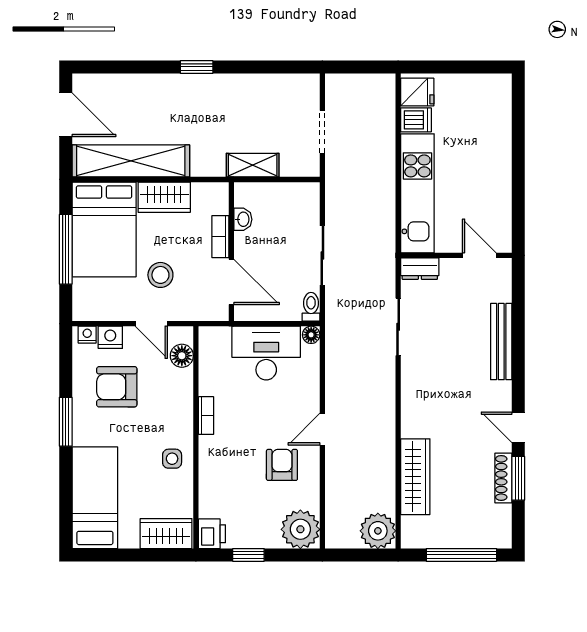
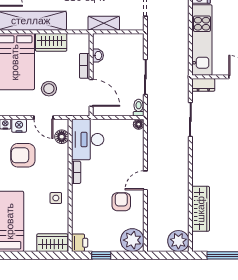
desk: (266, 353) -> (88, 140), moved, turned -90

